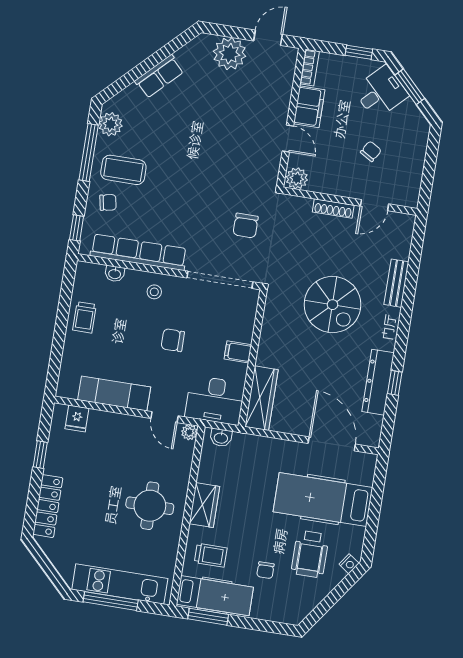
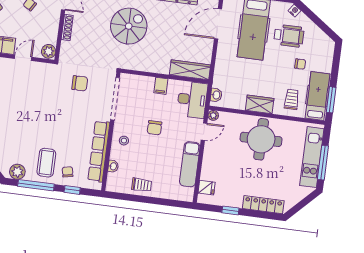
window: (77, 228) -> (72, 190), moved
round table: (150, 506) -> (261, 139), width x1.36, depth x1.36

